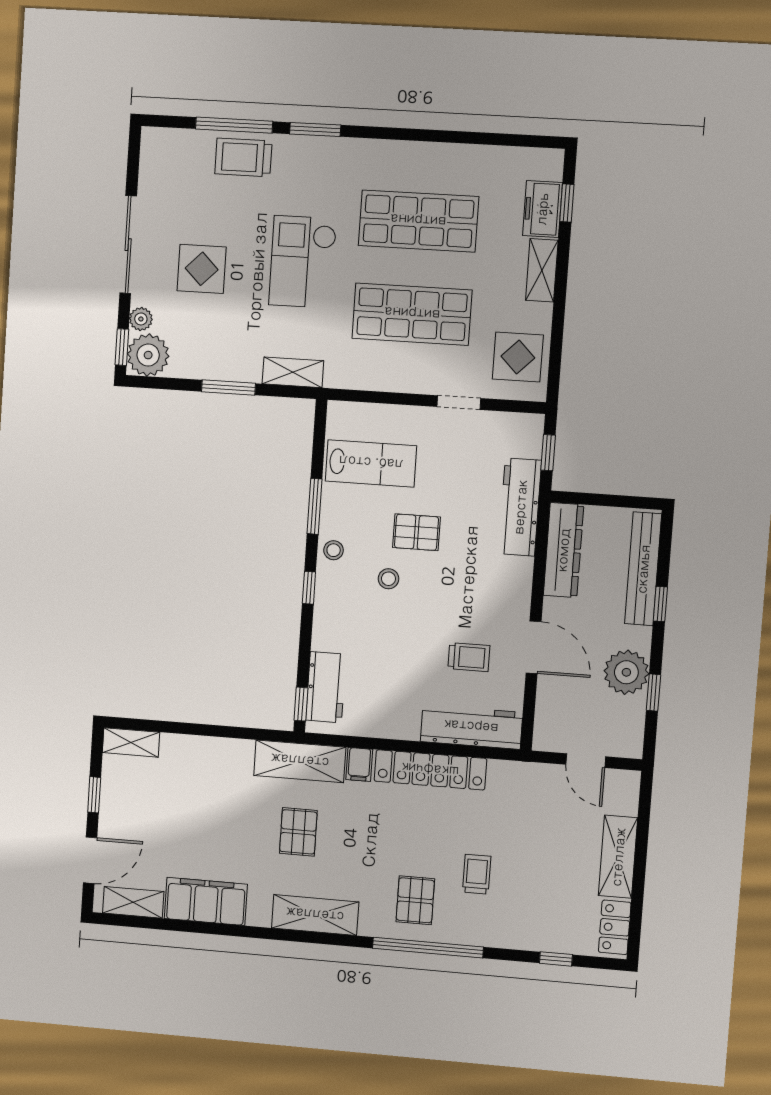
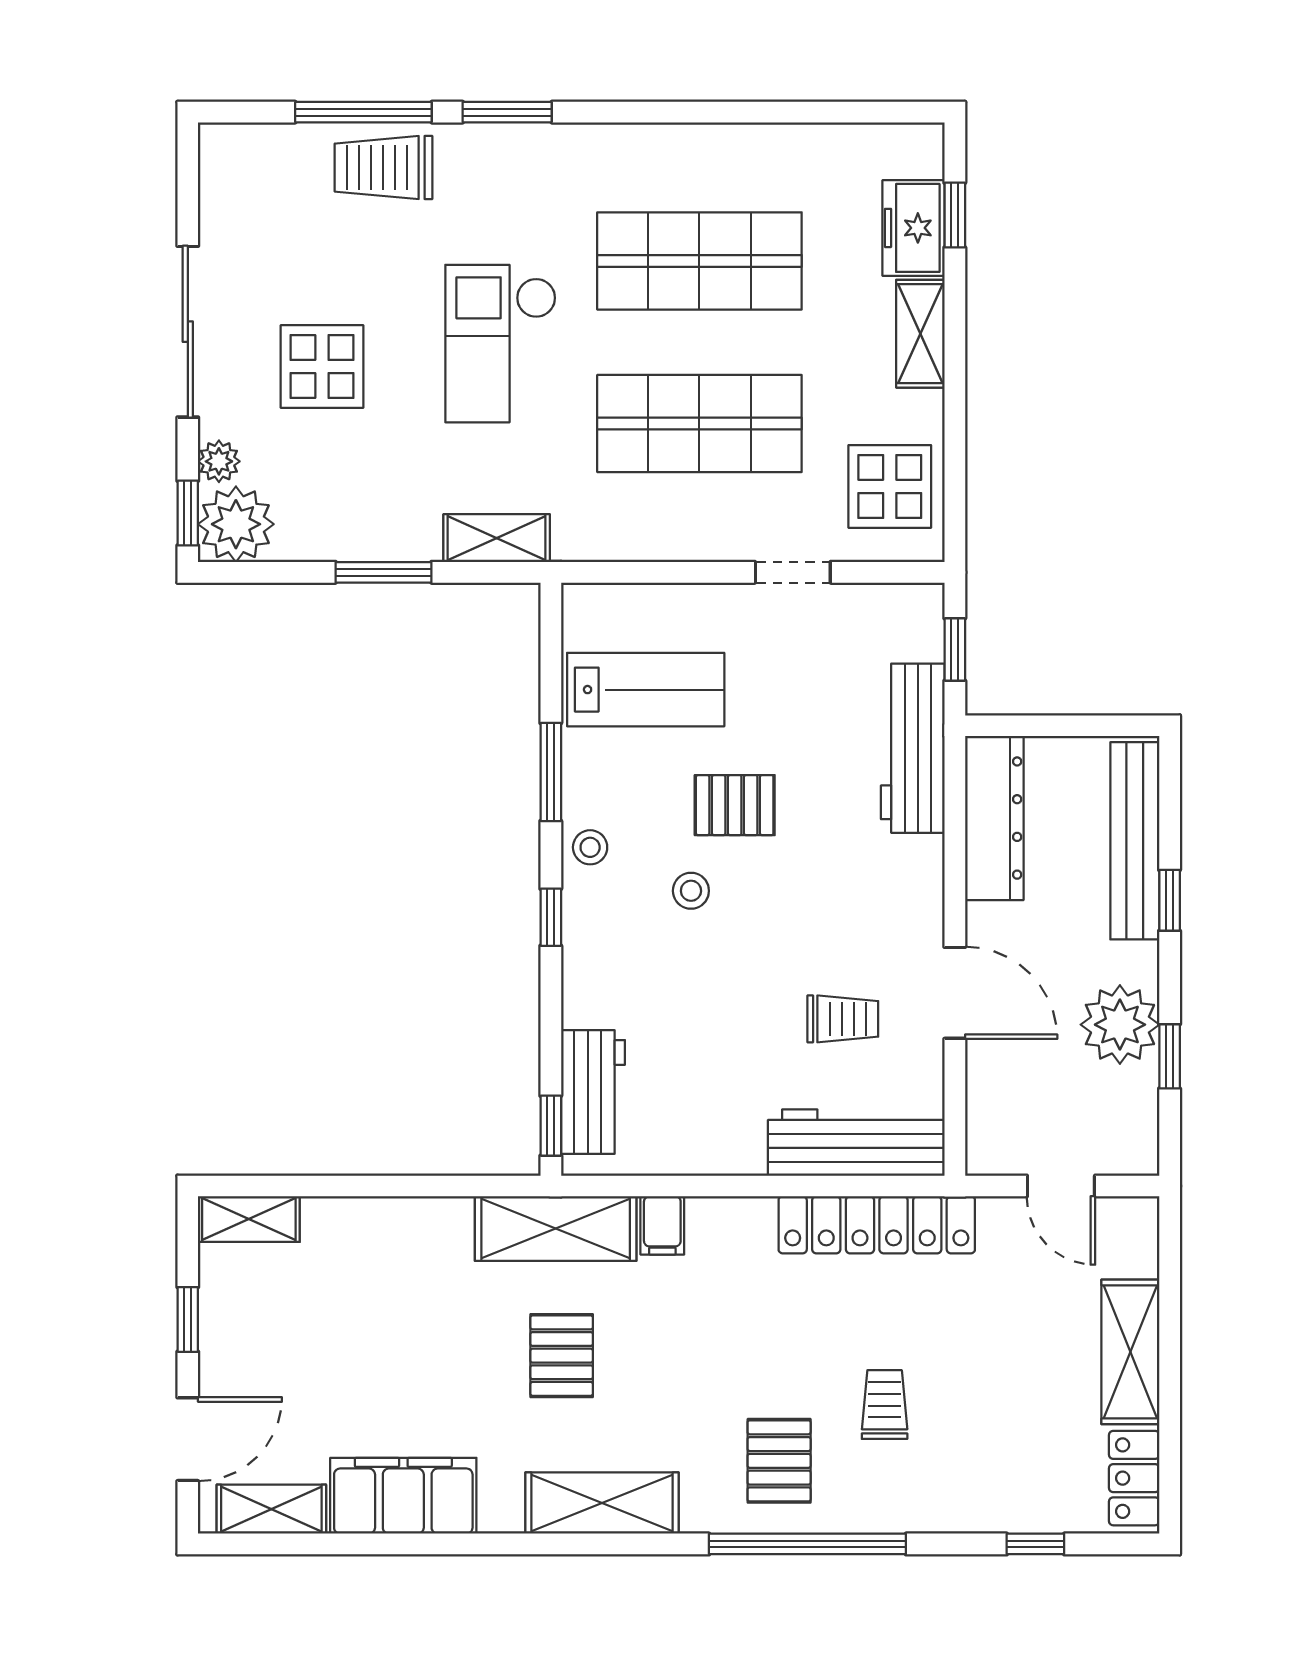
locker: (430, 770) -> (877, 1225), moved

